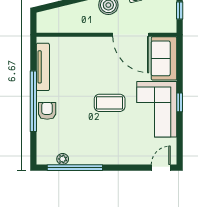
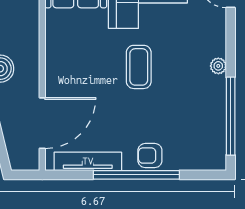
door: (131, 35) -> (42, 123), moved
plant: (63, 159) -> (218, 66), moved

